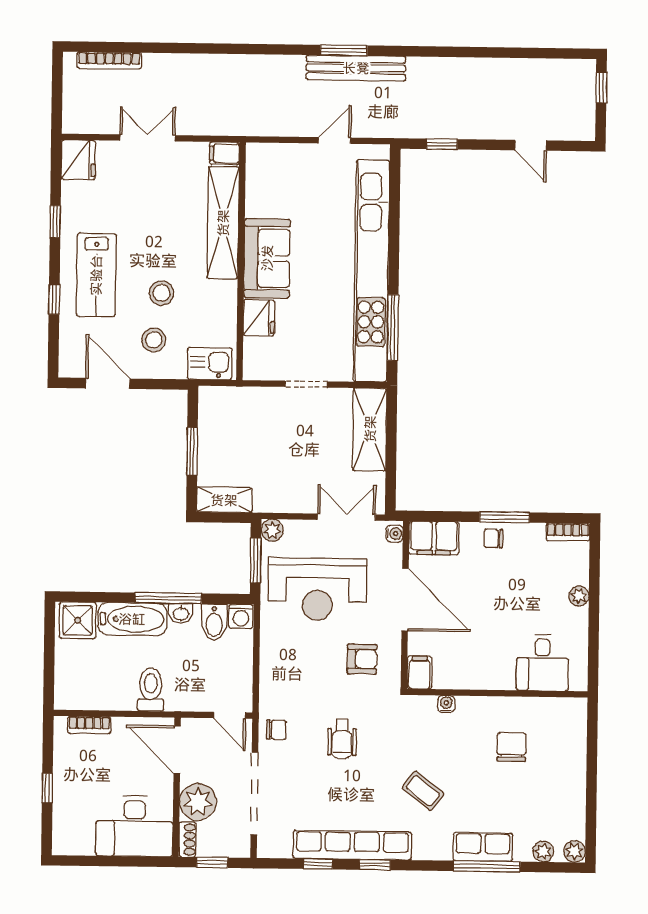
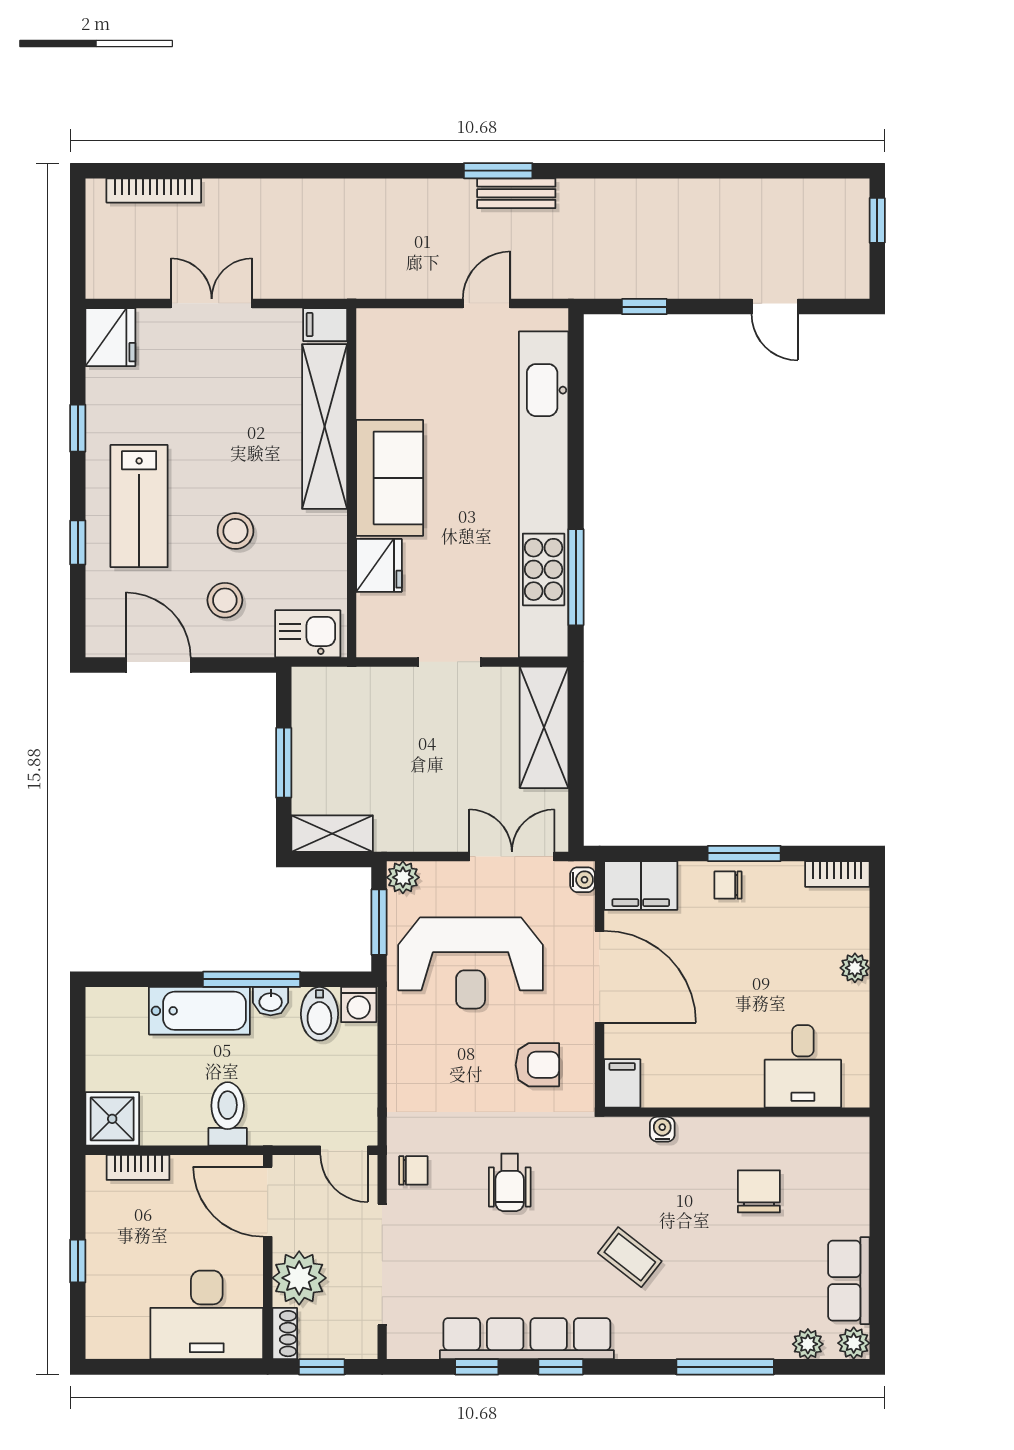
bench: (356, 68) -> (516, 193), width x0.54, depth x0.82
shower: (78, 620) -> (112, 1119), moved
row of seats: (483, 847) -> (849, 1281), moved, turned -90

